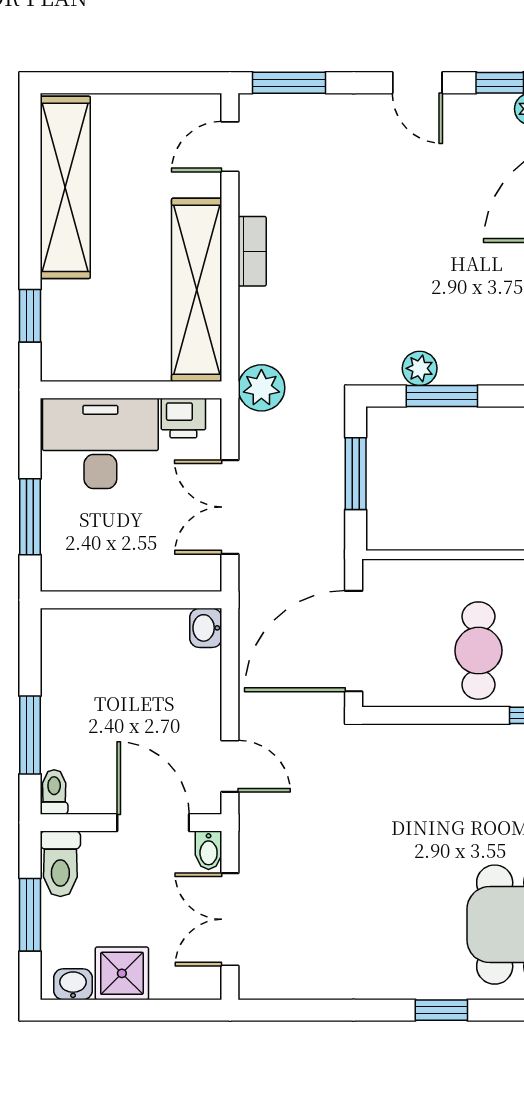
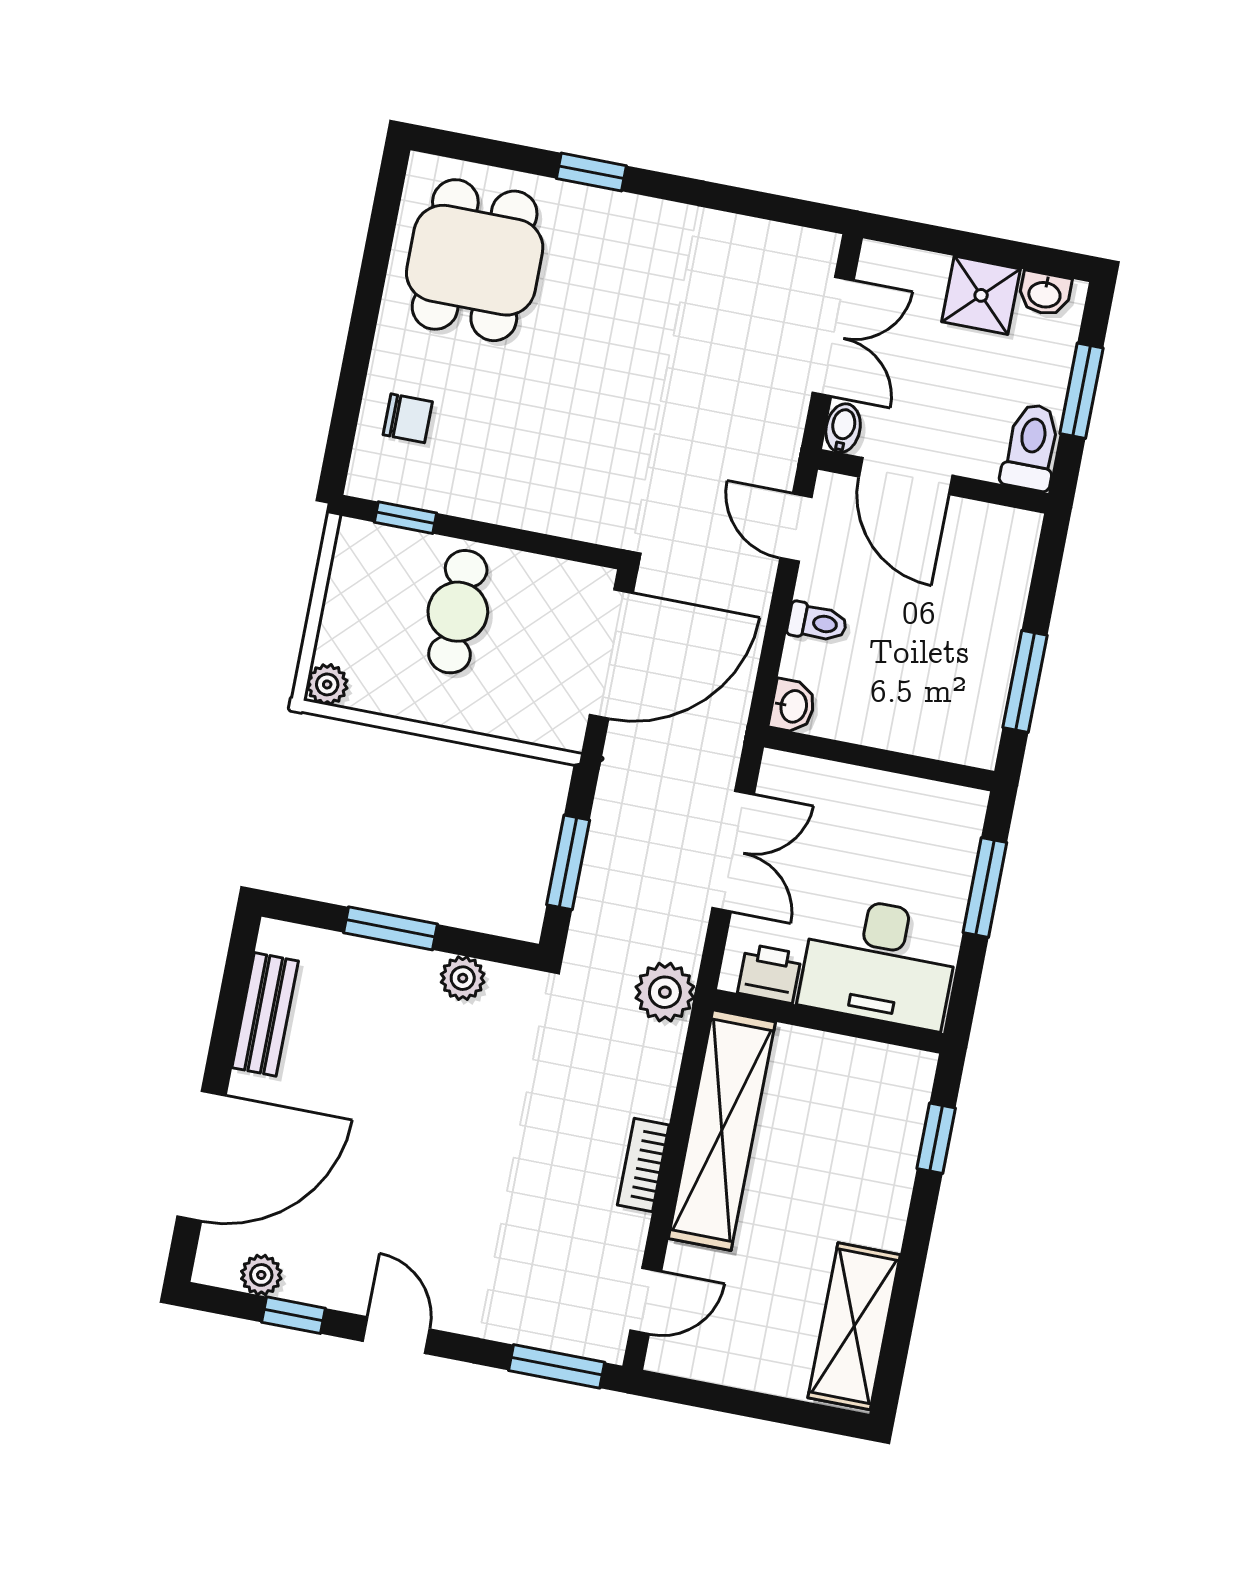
shelving: (65, 187) -> (854, 1326), width x0.68
window: (442, 396) -> (391, 928), moved
window: (30, 735) -> (1025, 681), moved
toilet: (54, 792) -> (817, 622), moved, turned -90

